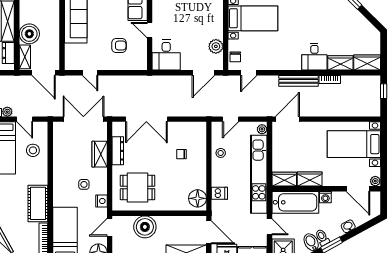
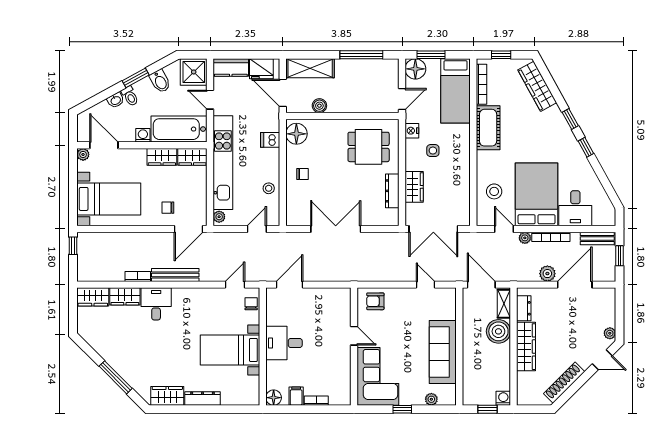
armchair: (119, 46) -> (375, 301), moved
plant: (216, 46) -> (274, 316), removed
desk: (166, 55) -> (284, 343), moved, turned -90
window: (384, 91) -> (73, 246), moved
double door: (146, 119) -> (336, 229), moved
chair: (305, 137) -> (168, 208), added
chair: (182, 154) -> (303, 174), moved
boiler: (145, 227) -> (319, 106), moved, width x0.54, depth x0.54
toilet: (322, 237) -> (130, 96), moved

